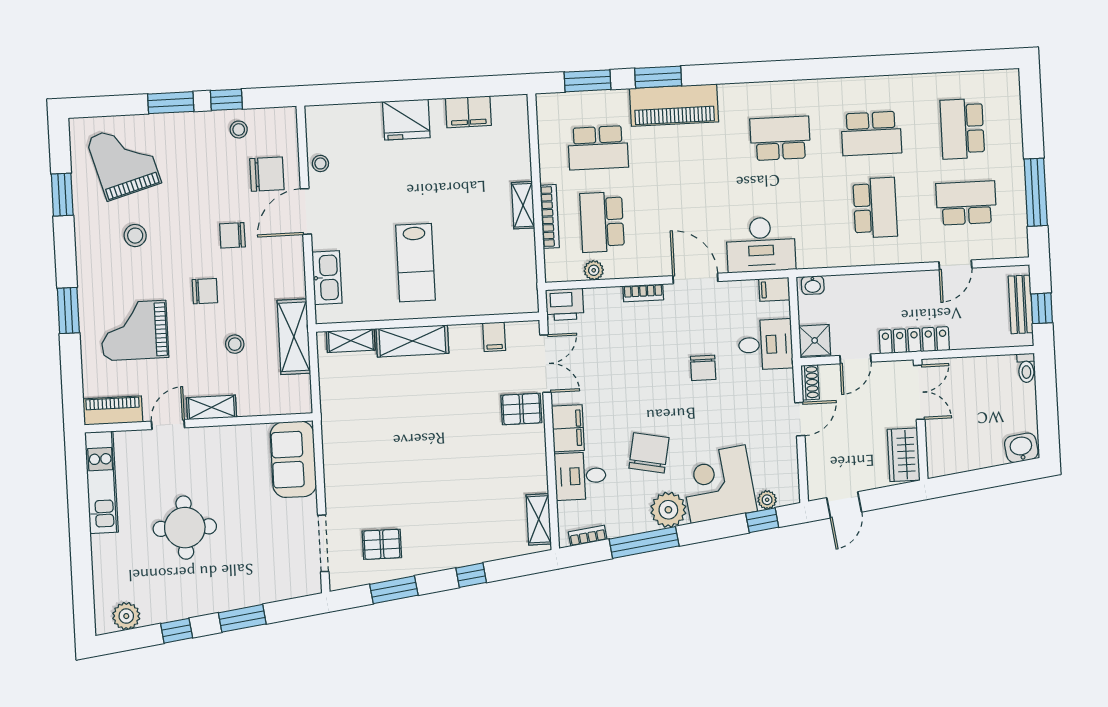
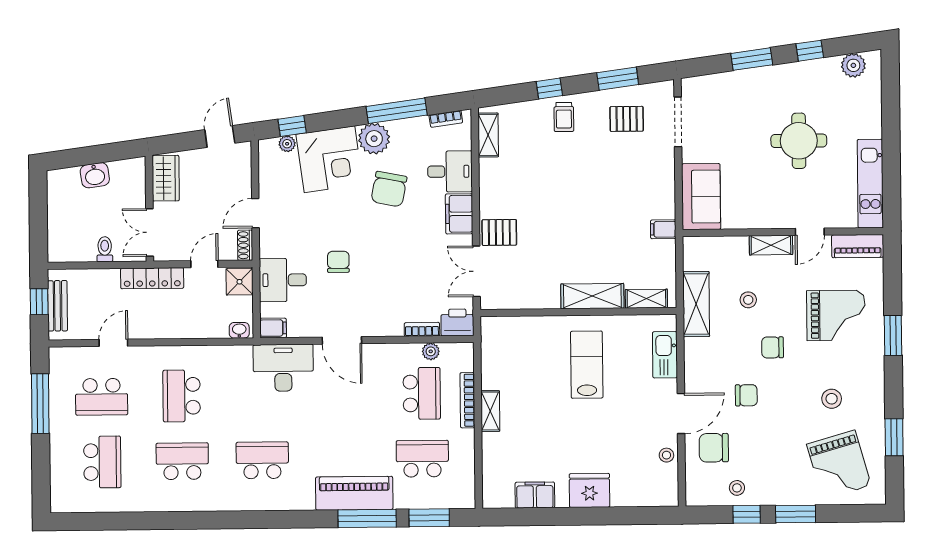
window: (658, 77) -> (367, 518), width x1.44
school desk: (780, 138) -> (262, 460), turned 180
bookcase: (643, 293) -> (422, 329), moved
filing cabinet: (494, 337) -> (663, 229), moved, turned -90
toilet: (1026, 368) -> (105, 249), moved
washbasin: (1021, 448) -> (95, 175), moved
trolley: (453, 543) -> (564, 117), added

